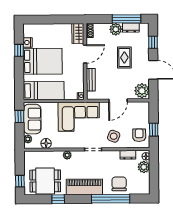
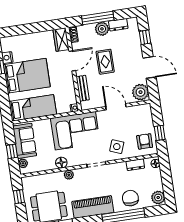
window: (127, 19) -> (98, 18), moved
rug: (124, 58) -> (105, 62), moved
door: (118, 101) -> (116, 107), swing flipped
window: (19, 116) -> (12, 151), moved
floor lamp: (46, 143) -> (61, 163), moved
plant: (144, 167) -> (158, 197), moved
window: (20, 181) -> (19, 197), moved

